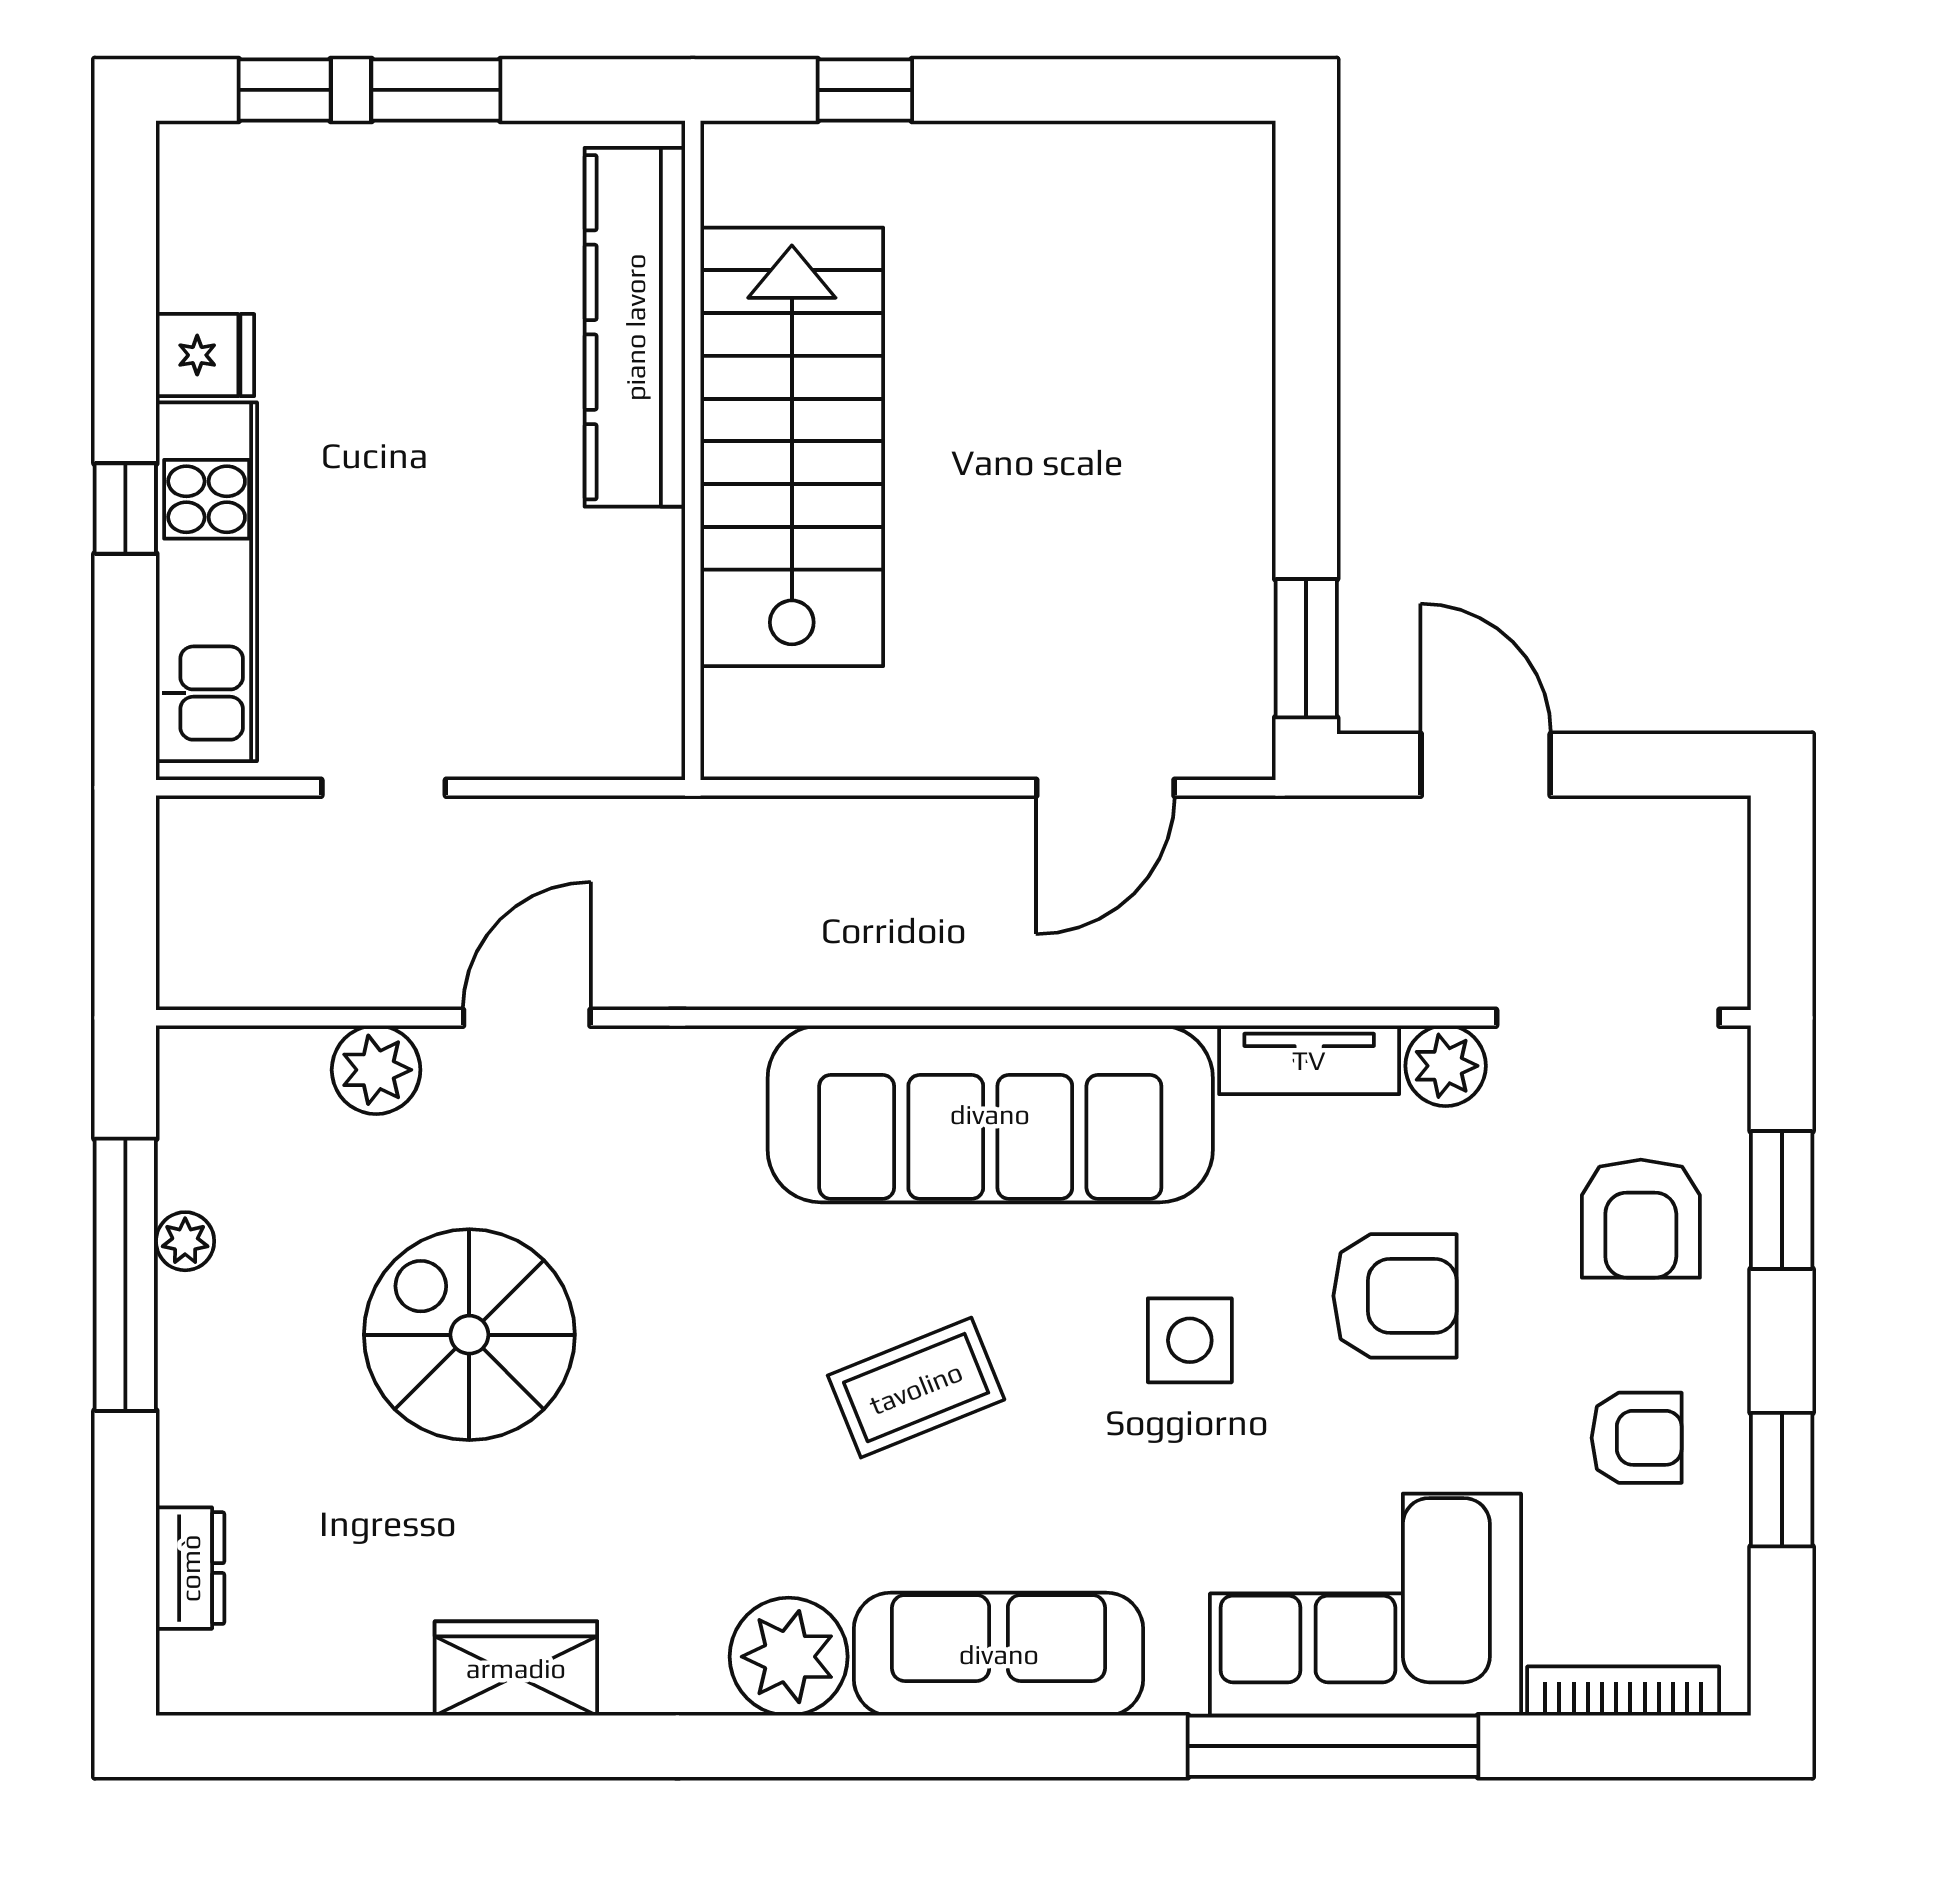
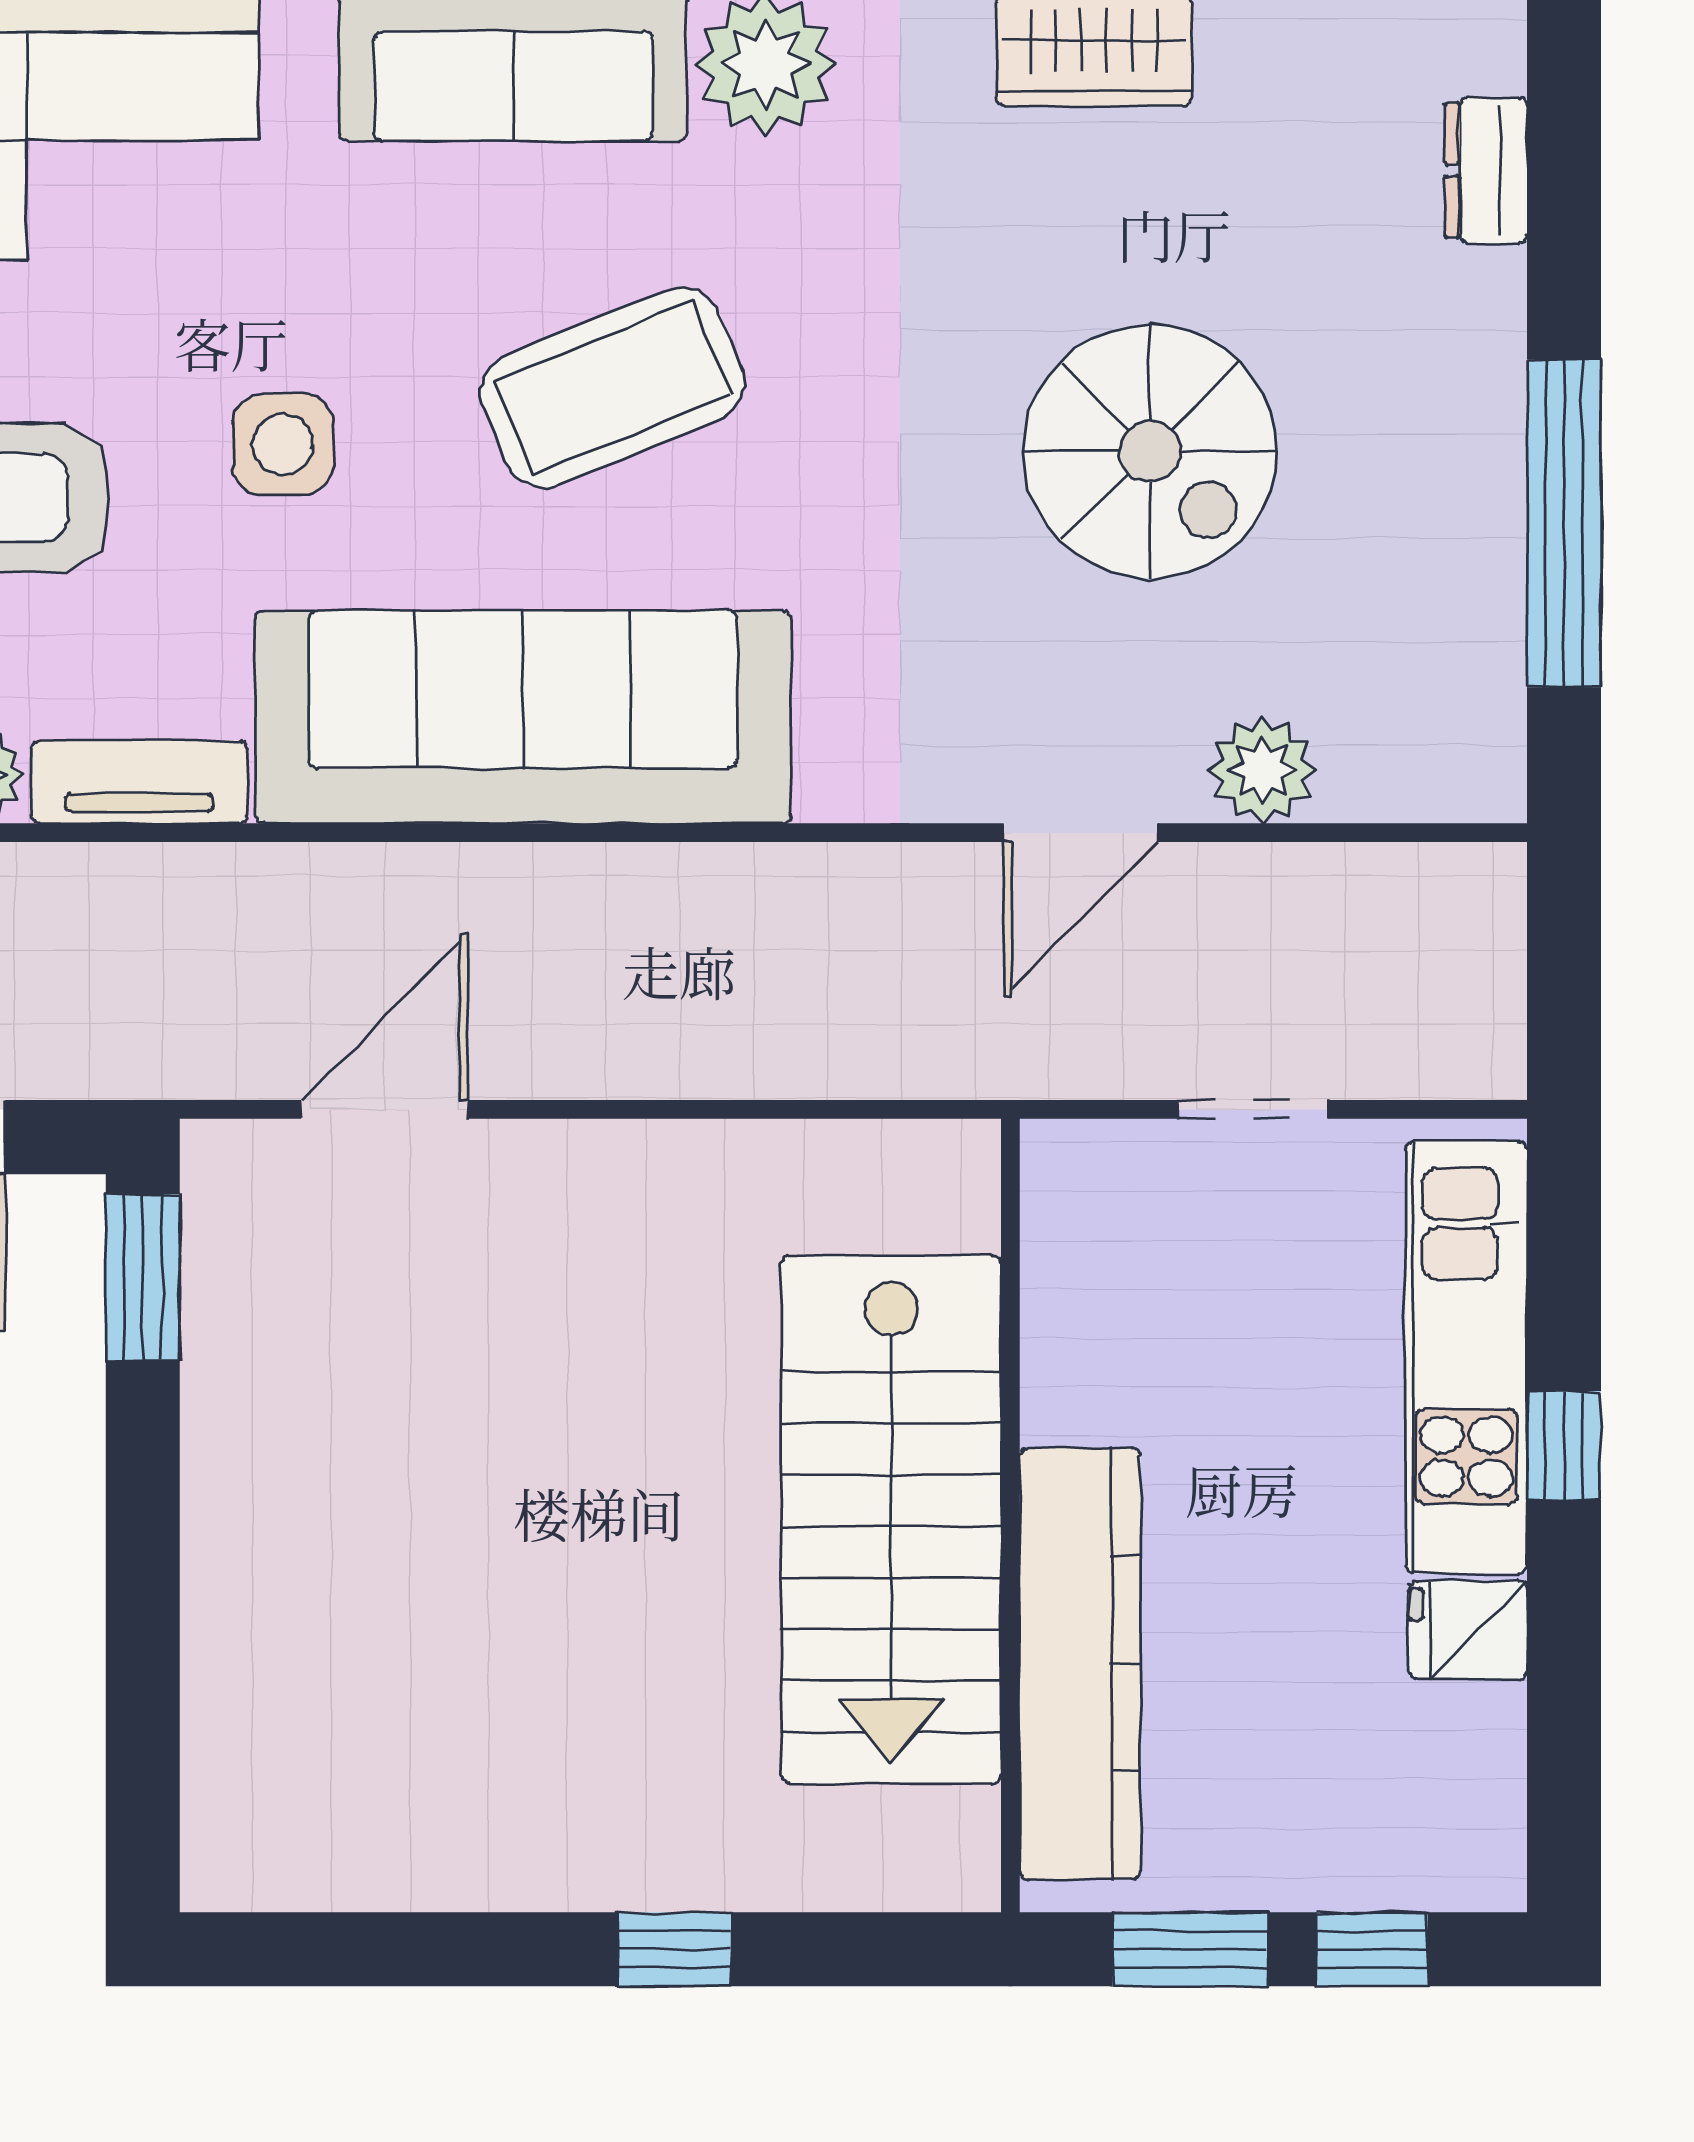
kitchen counter: (635, 327) -> (1080, 1664), moved
stairs: (792, 447) -> (891, 1520), moved
wall: (693, 450) -> (1010, 1516), moved
plant: (185, 1241) -> (1492, 564), removed
coffee table: (916, 1388) -> (612, 388), width x1.36, depth x1.32

